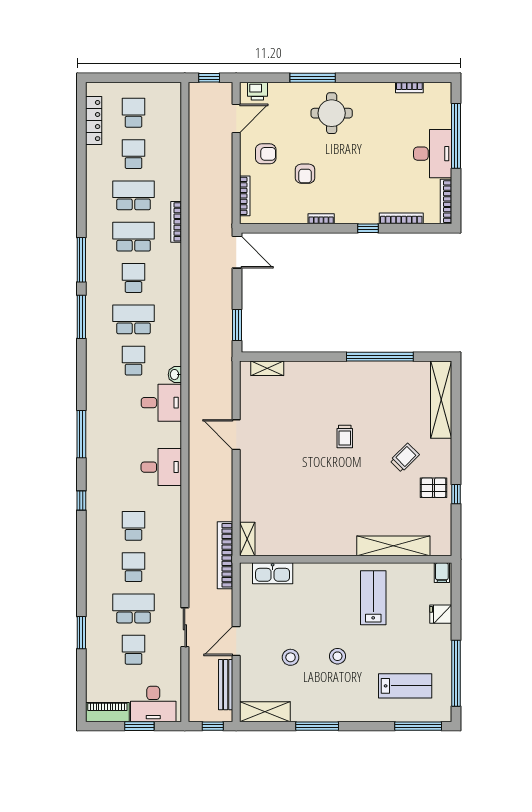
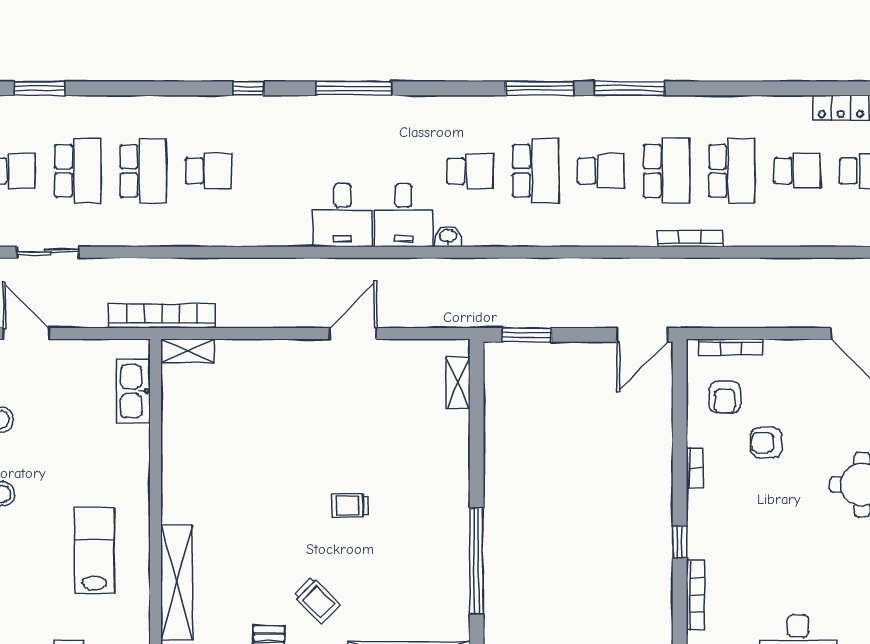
armchair: (266, 154) -> (725, 397), moved
desk: (161, 467) -> (342, 215), moved
school desk: (134, 567) -> (143, 171), width x1.85
lab bench: (373, 598) -> (95, 550), turned -90

